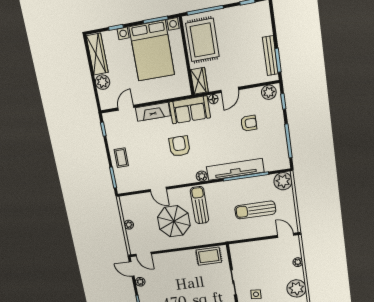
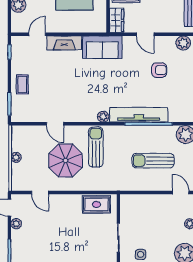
door: (230, 90) -> (145, 34), hinge flipped
floor lamp: (213, 99) -> (128, 41), removed
armchair: (179, 146) -> (85, 82), removed
door: (144, 254) -> (40, 193), moved

